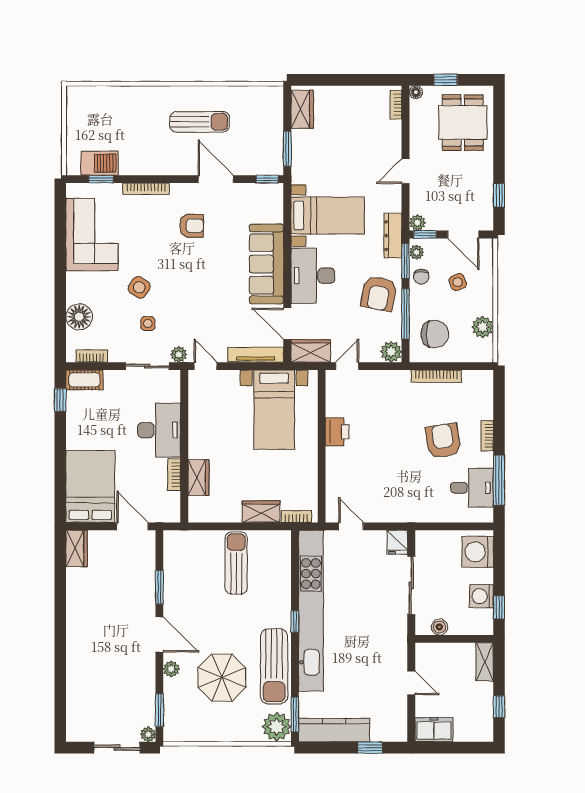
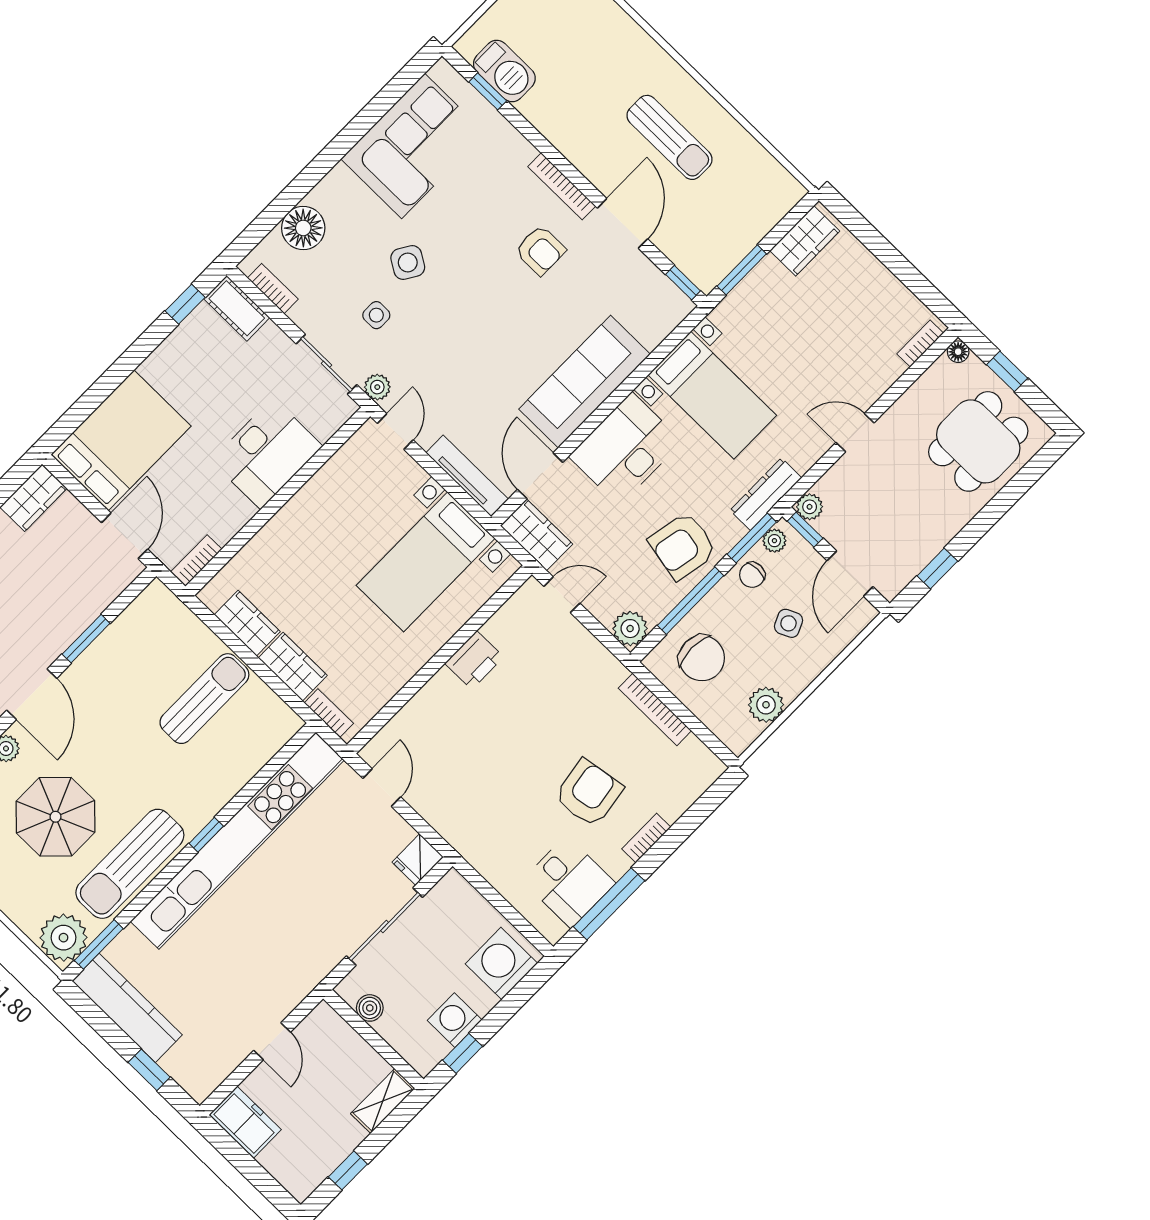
bookcase: (146, 189) -> (562, 186), moved
bookcase: (174, 475) -> (196, 561), moved
wardrobe: (198, 478) -> (247, 623), moved, turned -90

